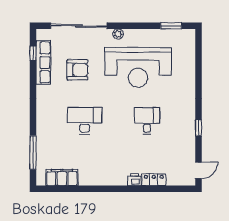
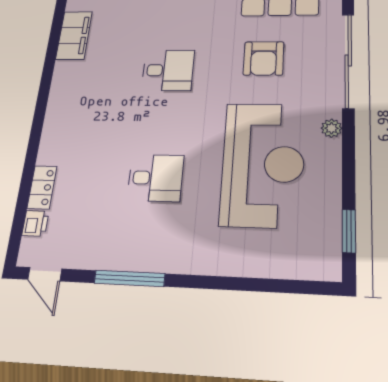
reception desk: (138, 67) -> (263, 164), turned 180
desk: (85, 121) -> (168, 70), width x0.73
window: (198, 128) -> (129, 278), width x2.17
printer: (134, 180) -> (35, 223), moved

